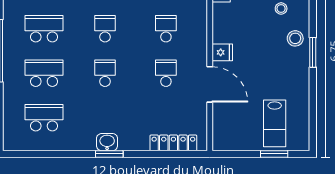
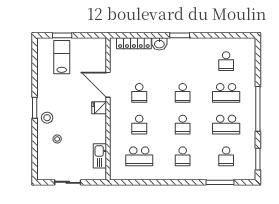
school desk: (44, 118) -> (226, 61), width x0.54
washbasin: (107, 142) -> (159, 44), moved

